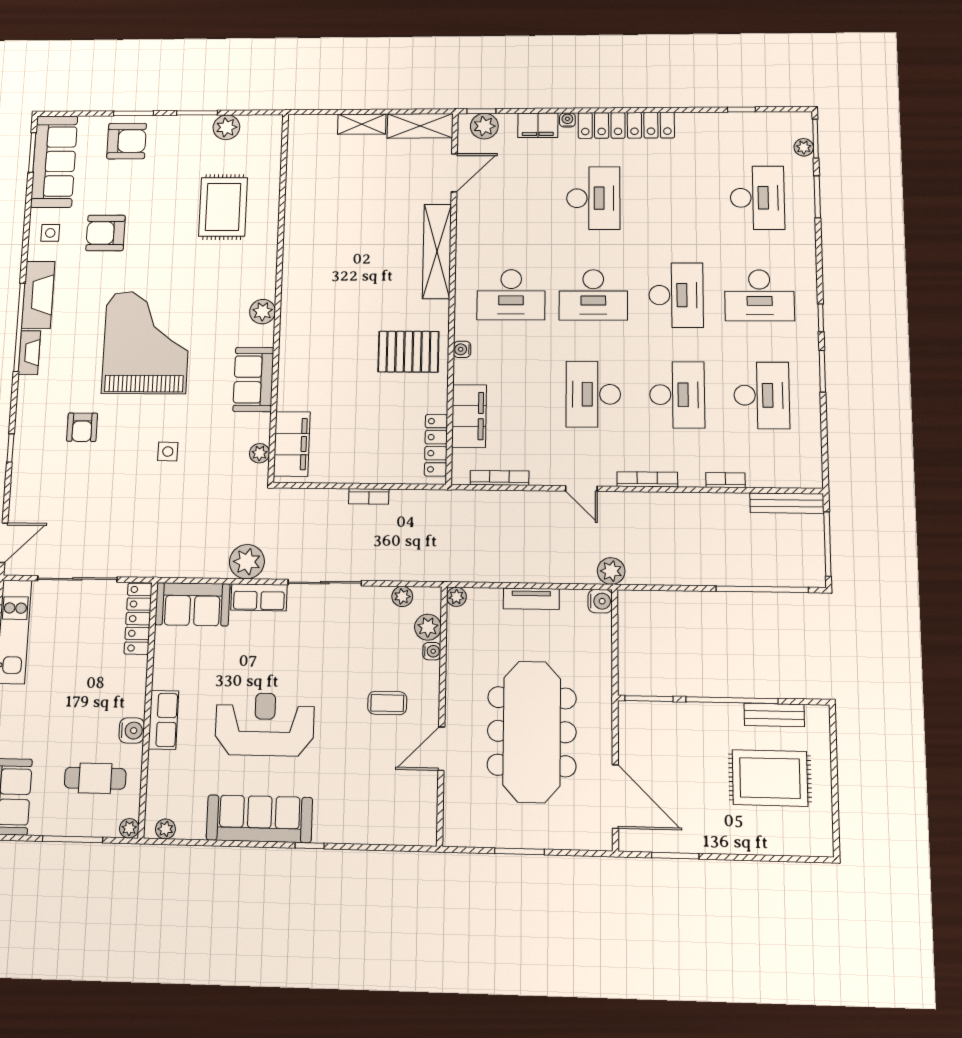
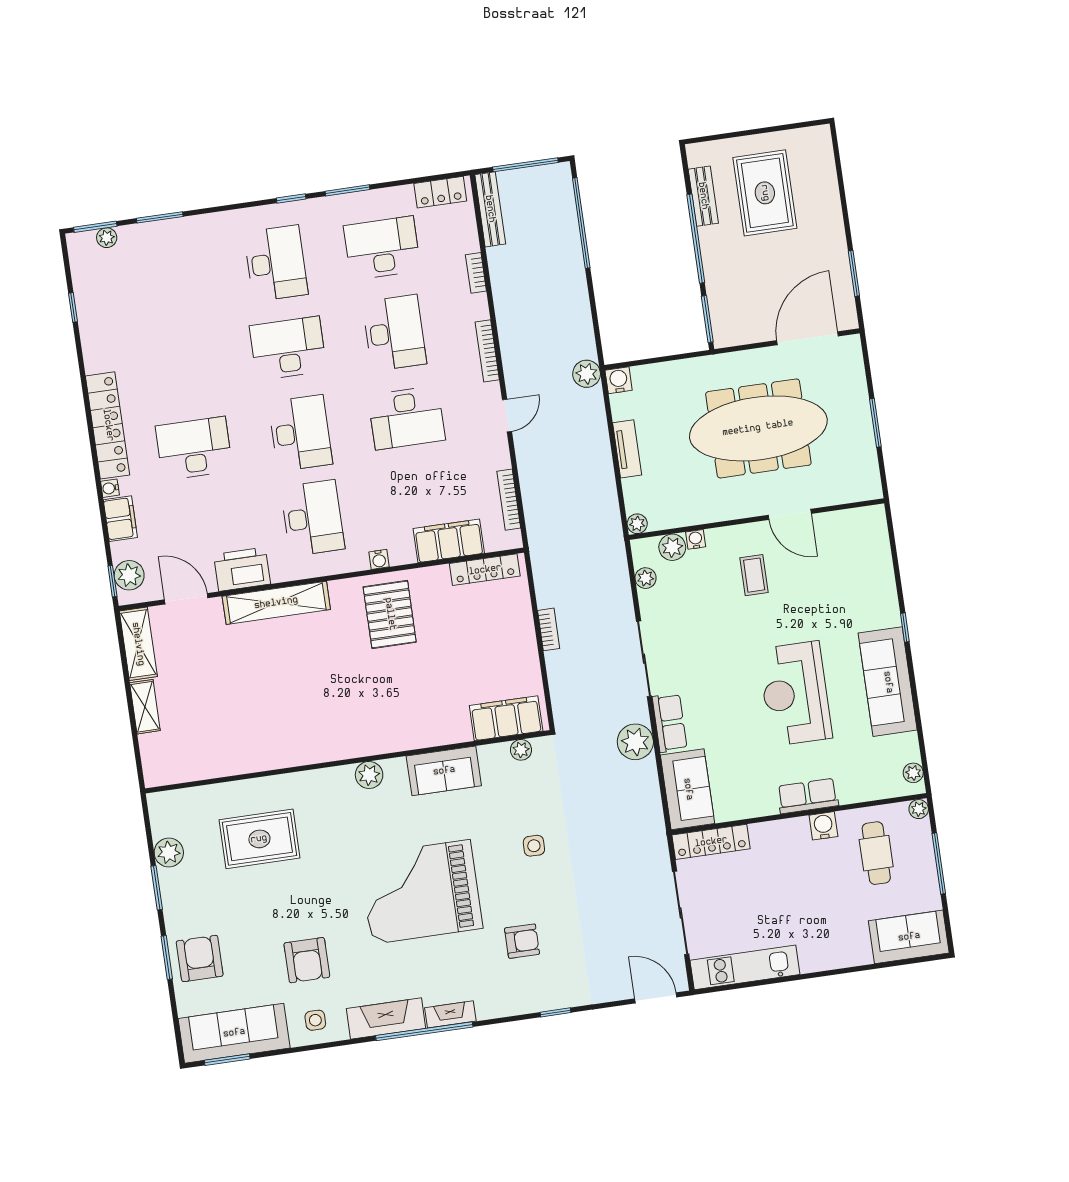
desk: (757, 198) -> (170, 279), removed
printer: (473, 225) -> (242, 569), added
desk: (677, 395) -> (394, 333), turned 90
locker: (810, 458) -> (440, 192), added

